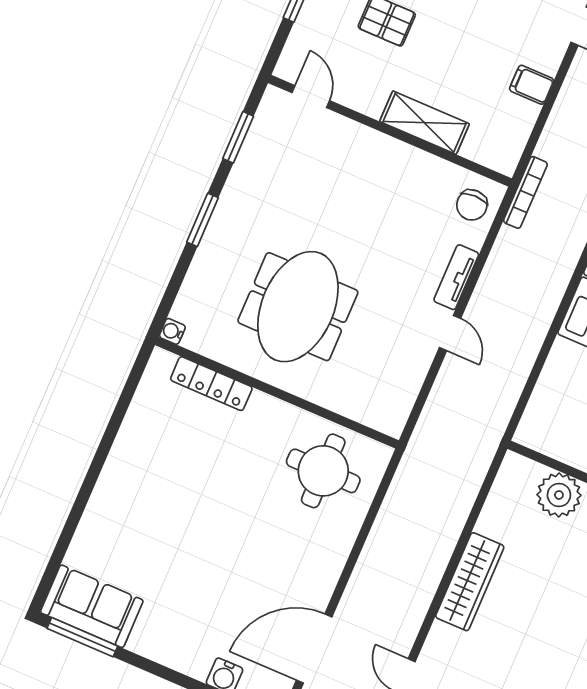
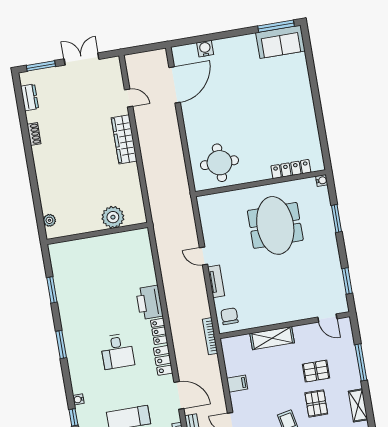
window: (203, 220) -> (337, 219), moved
wardrobe: (470, 582) -> (124, 139), moved

